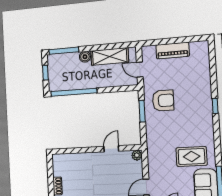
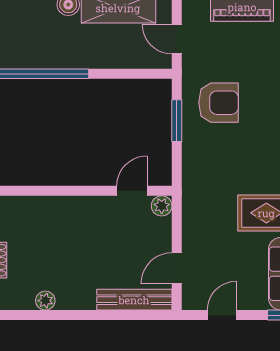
door: (111, 149) -> (132, 191), moved

